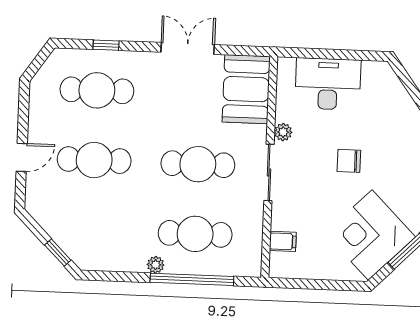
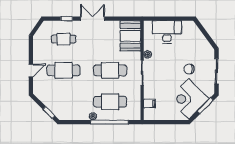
double door: (188, 48) -> (93, 19), moved
cafe table: (97, 90) -> (63, 39), width x0.73, depth x0.74
chair: (349, 161) -> (189, 69), moved

